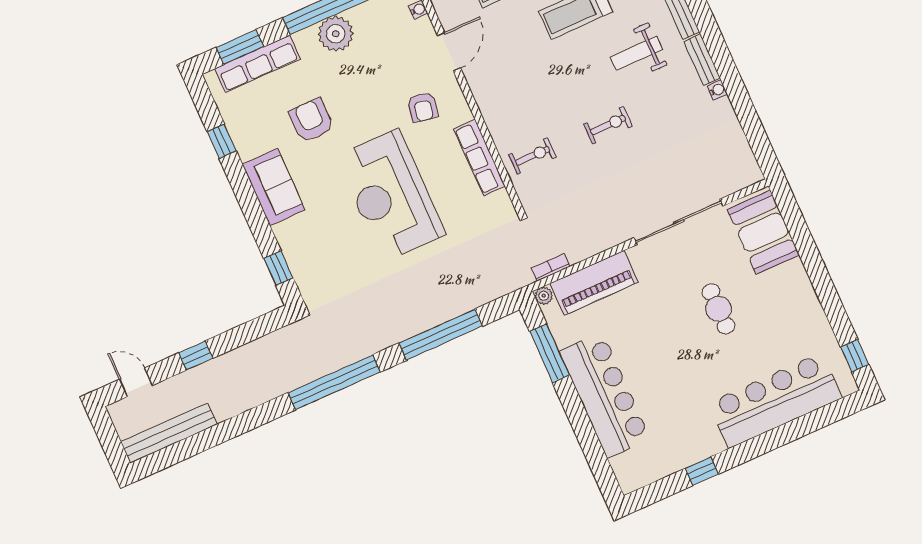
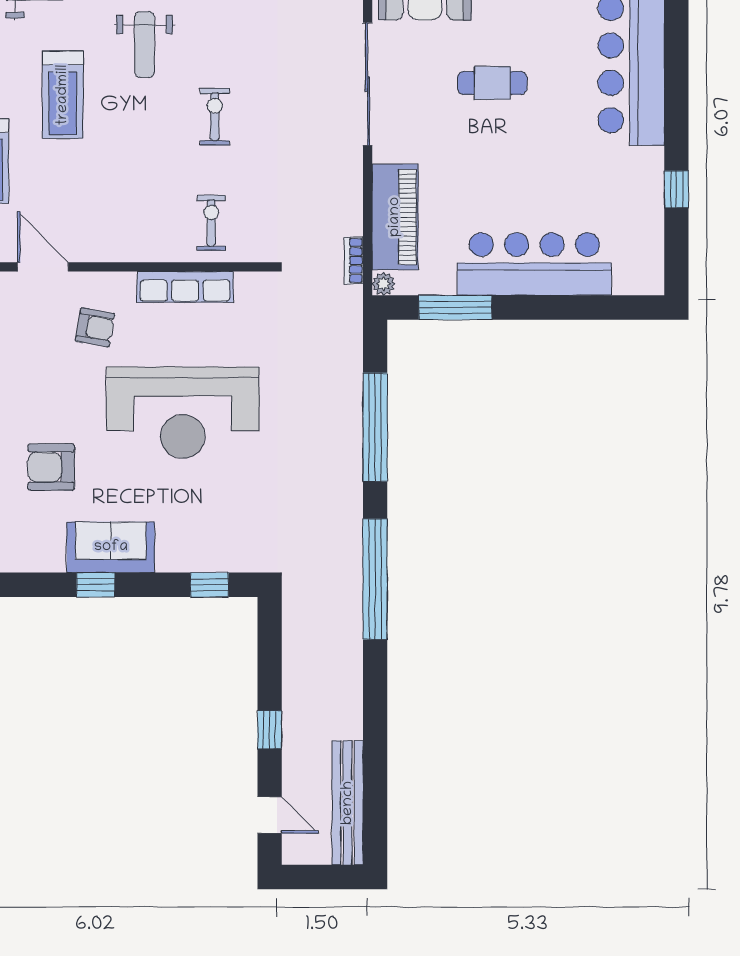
window: (222, 141) -> (96, 585), moved
door: (136, 382) -> (270, 815), swing flipped

